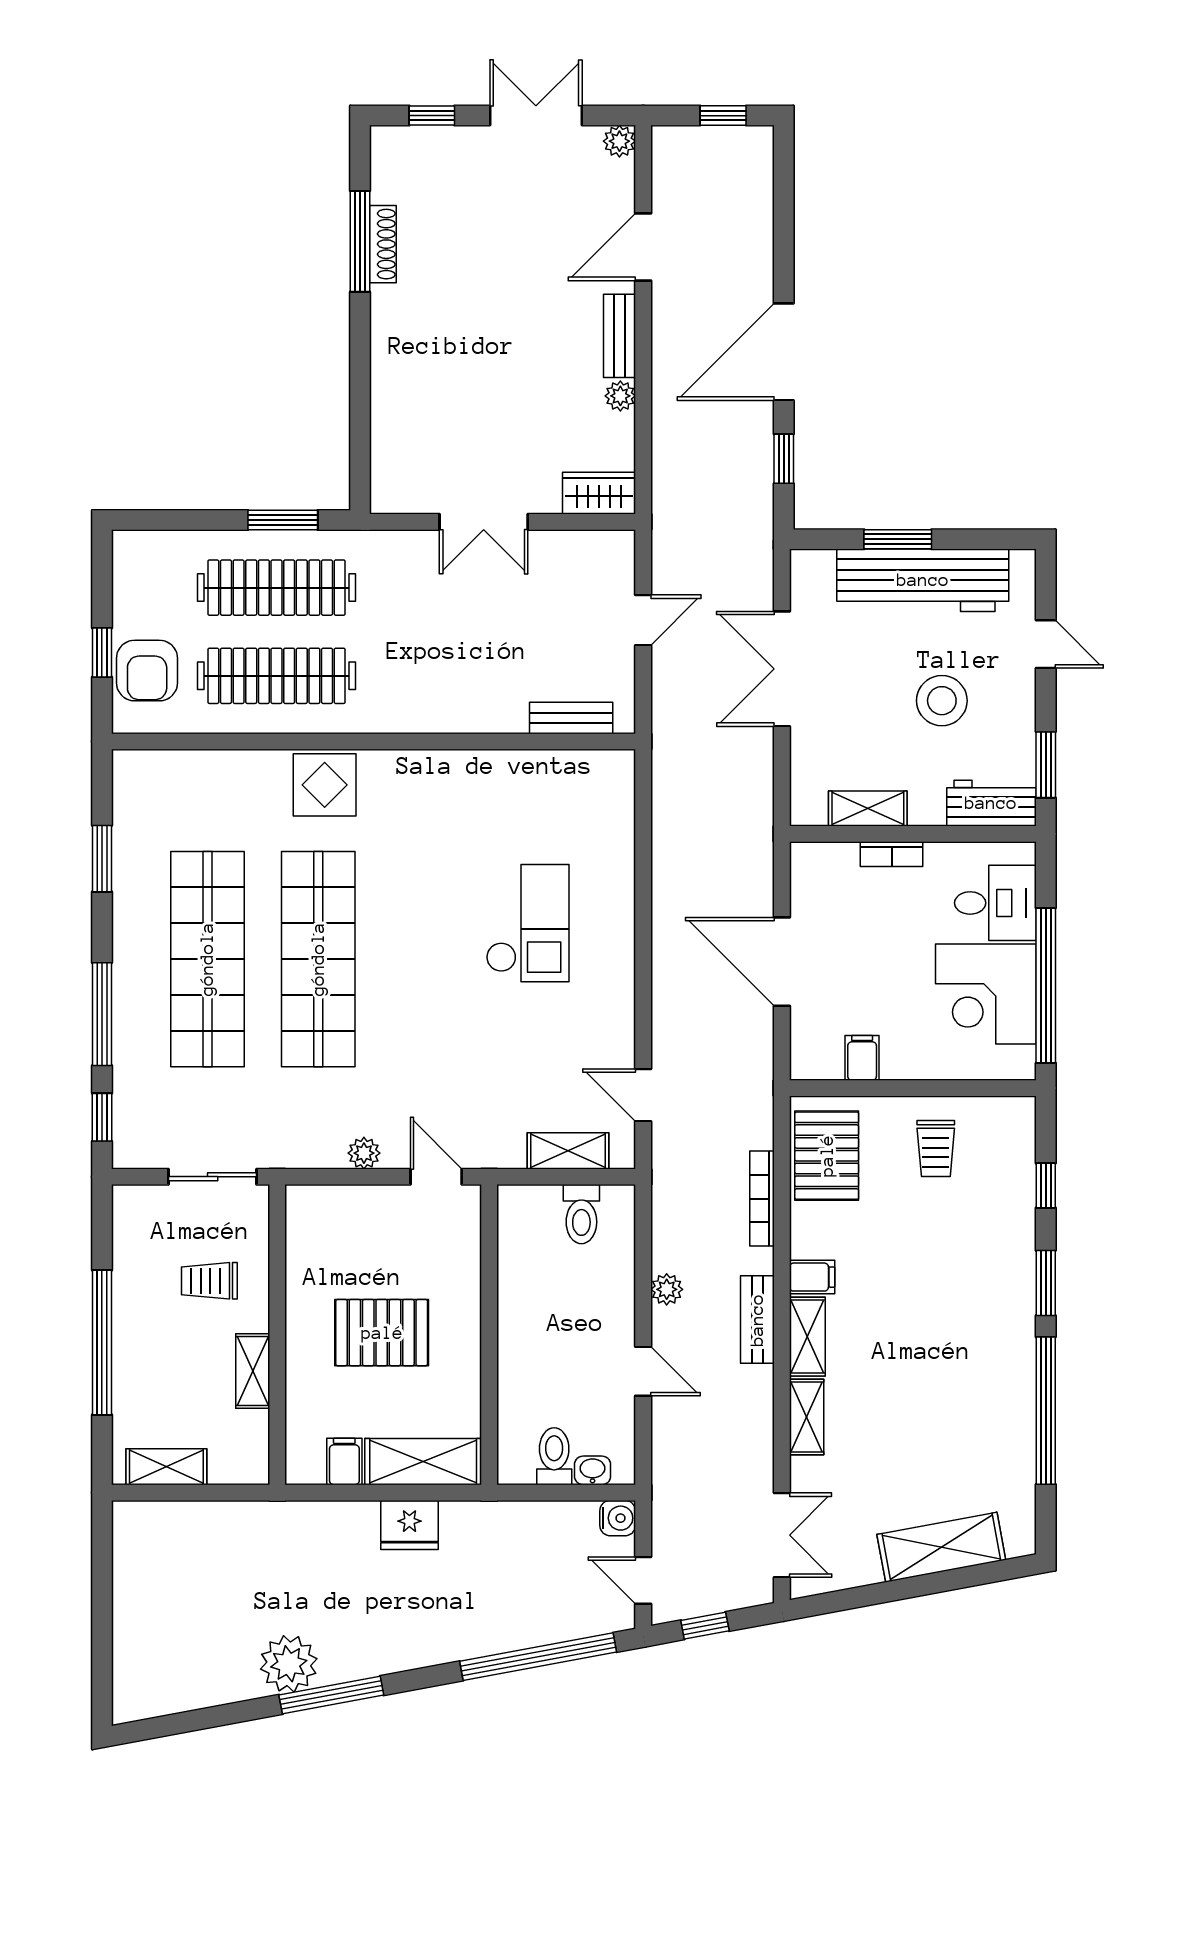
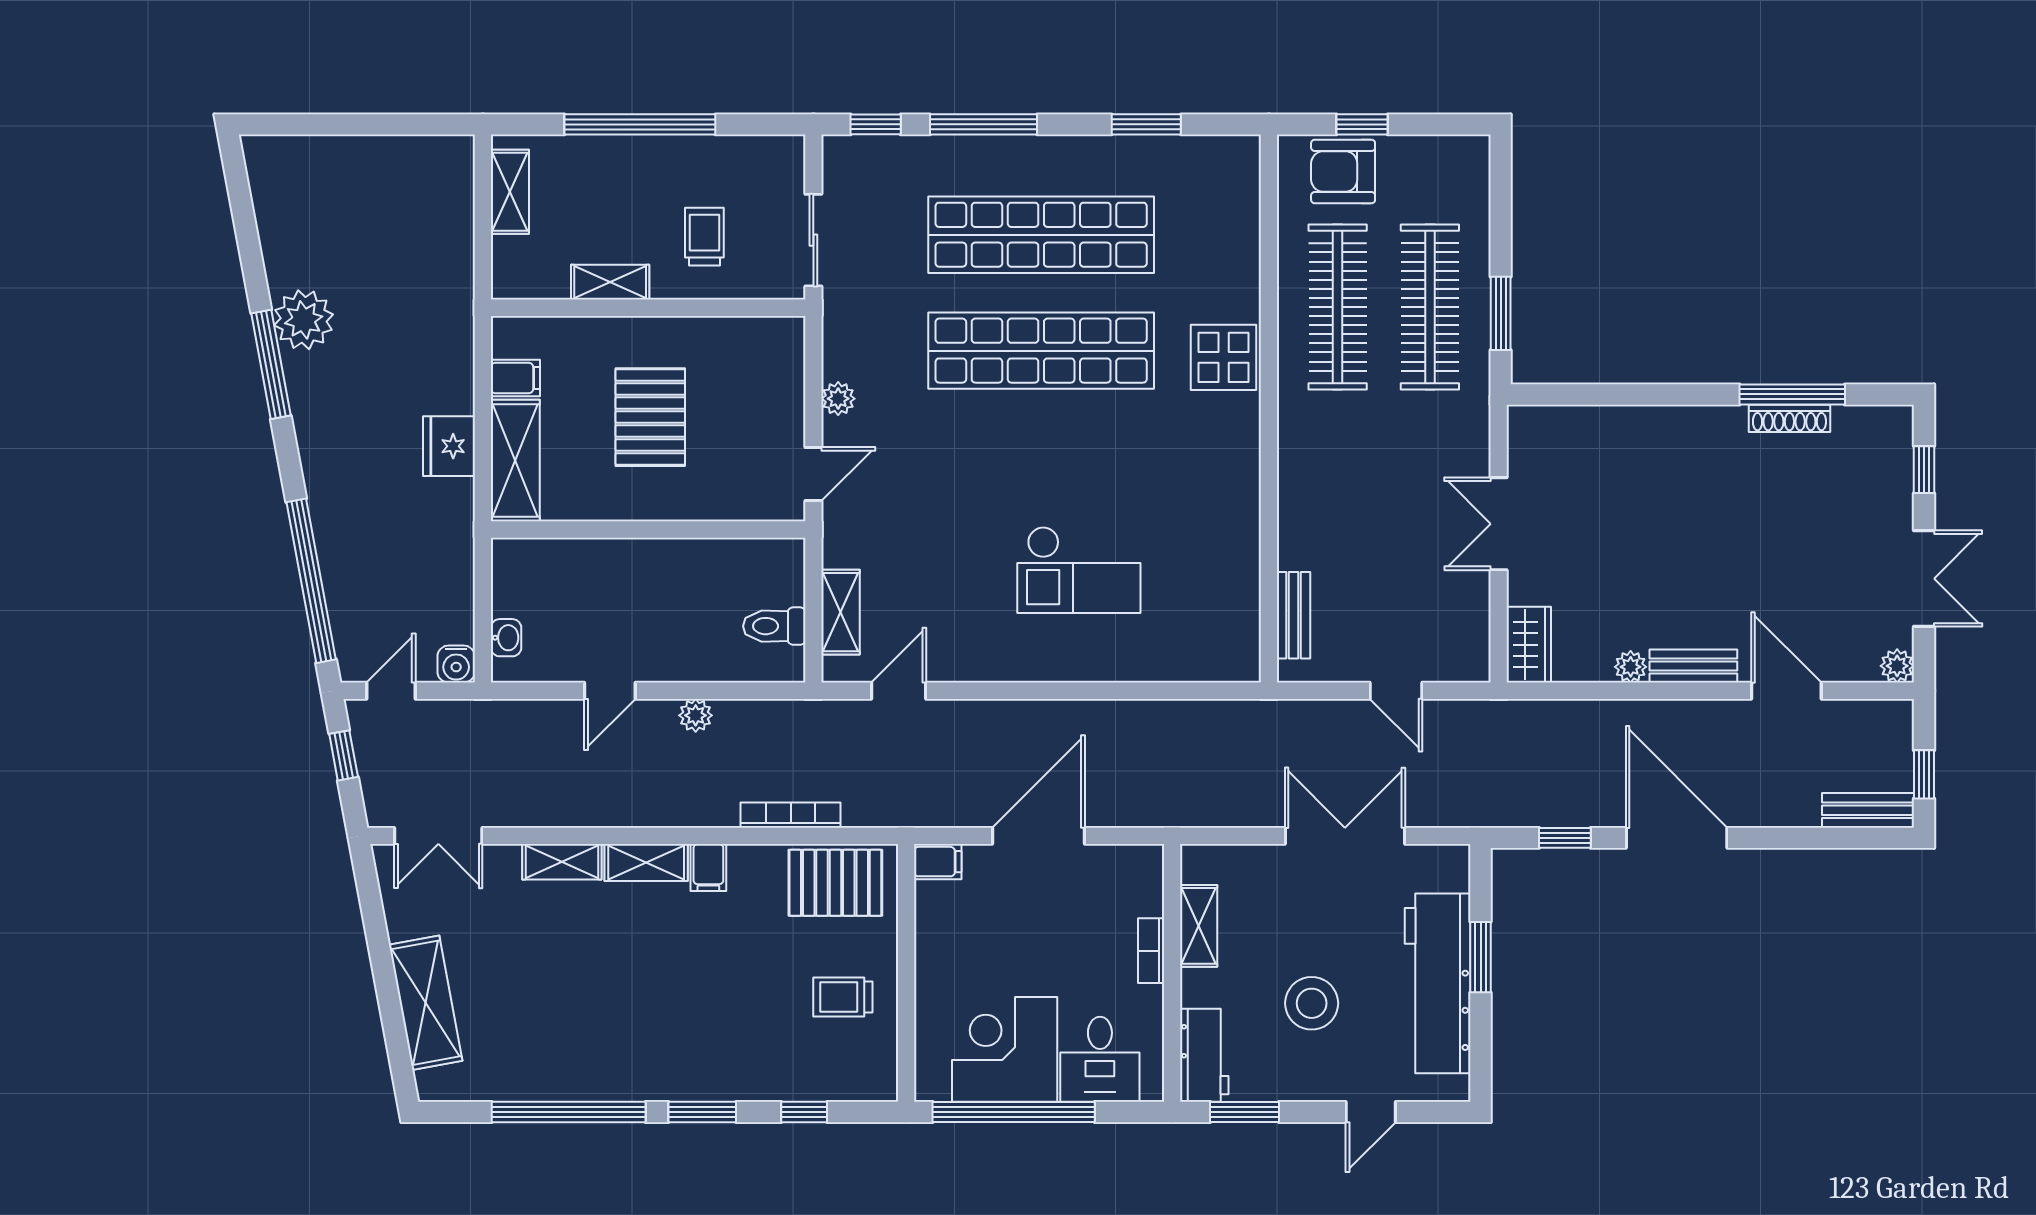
filing cabinet: (862, 1058) -> (938, 862), moved
bench: (757, 1320) -> (1868, 810), moved
toilet: (554, 1456) -> (521, 598), removed

